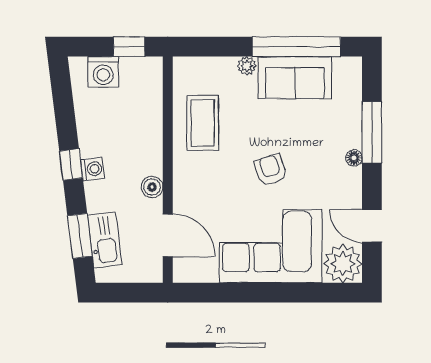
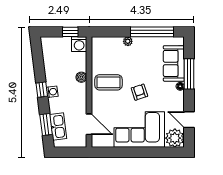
washing machine: (103, 72) -> (79, 44), moved
sofa: (295, 78) -> (174, 63), moved, turned 90
coffee table: (203, 123) -> (108, 82), moved, turned 90
boiler: (152, 187) -> (81, 77), moved

